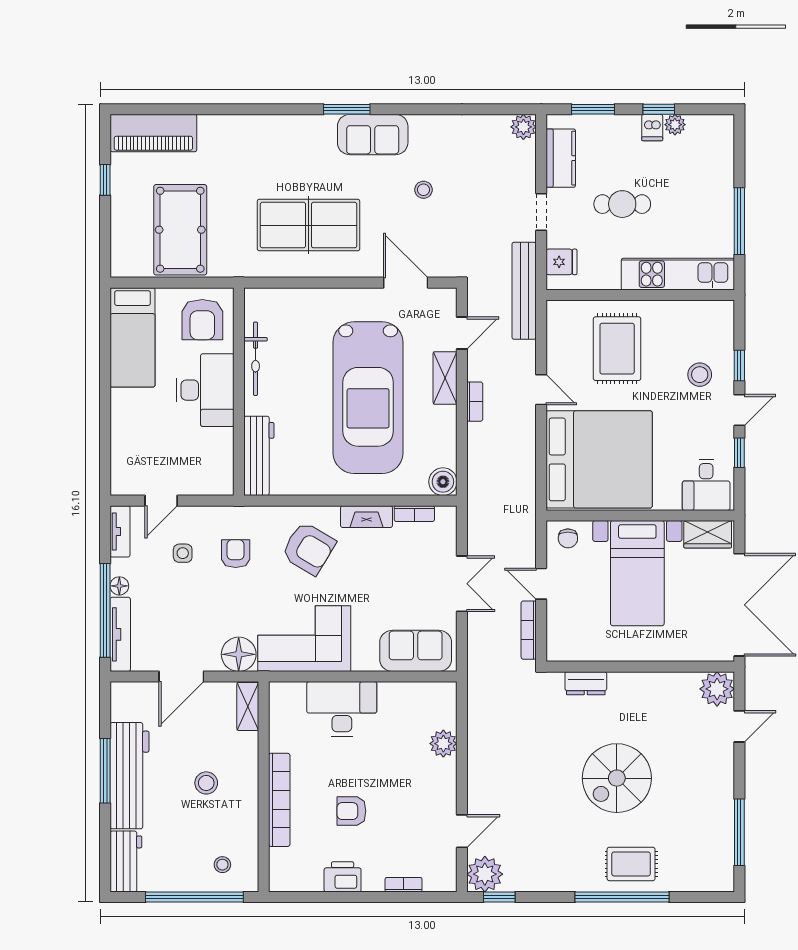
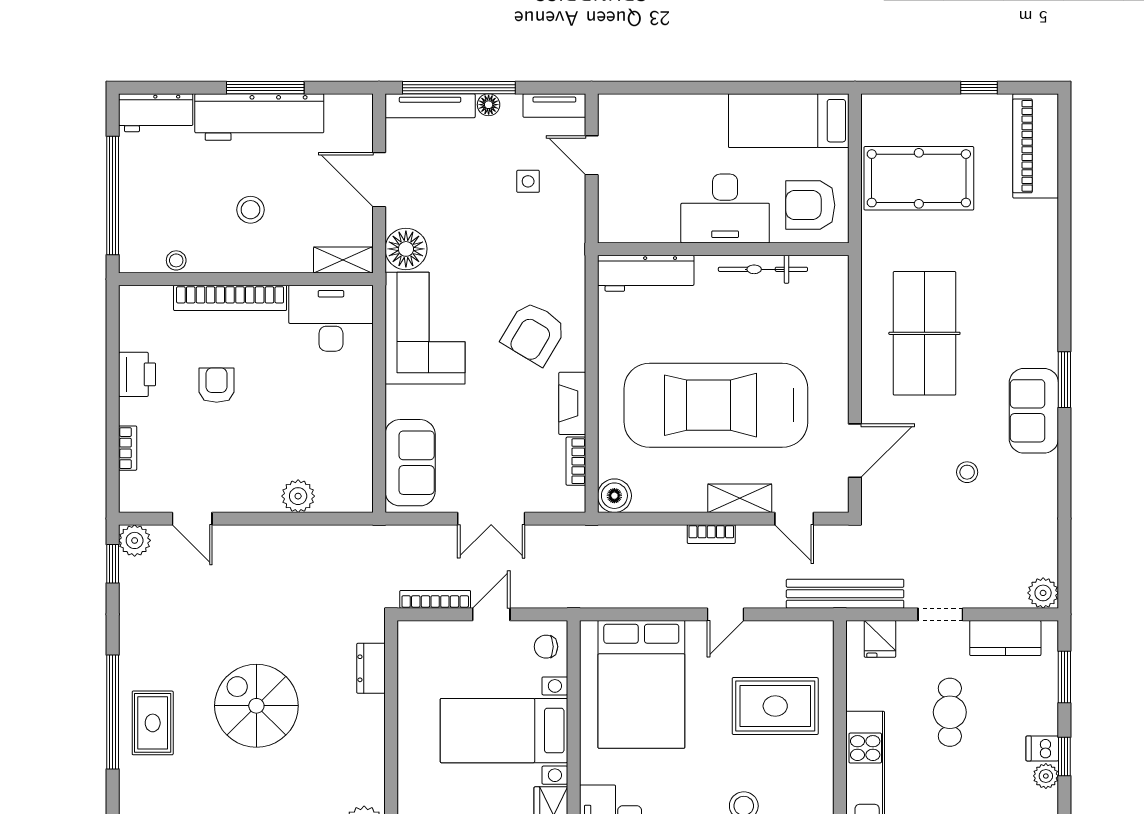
bed: (599, 459) -> (641, 684), width x0.73
armchair: (236, 554) -> (527, 245), removed
desk: (342, 709) -> (331, 318), moved, turned -90
stool: (222, 865) -> (176, 260), moved
plant: (485, 874) -> (135, 540), width x0.73, depth x0.73

